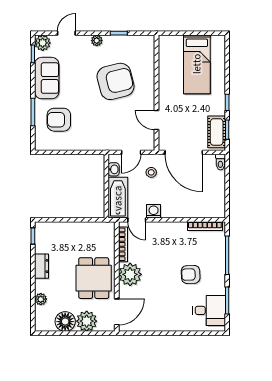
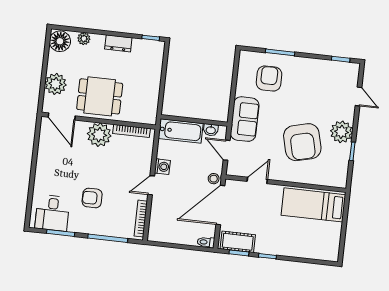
plant: (97, 41) -> (341, 132), width x1.87, depth x1.87
plant: (43, 43) -> (351, 71), removed
bed: (197, 64) -> (313, 205), moved
sofa: (47, 78) -> (245, 119), moved, turned -90
stool: (151, 172) -> (214, 179), moved
door: (137, 220) -> (151, 185), moved
armchair: (191, 274) -> (92, 198), turned -88
floor lamp: (65, 322) -> (60, 41), moved

